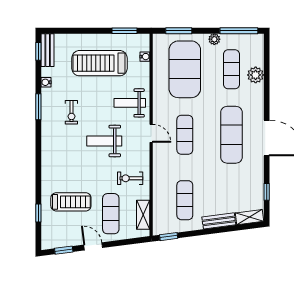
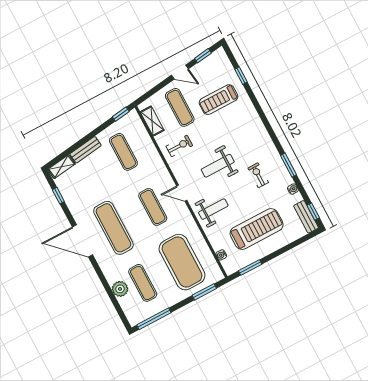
plant: (214, 39) -> (171, 301), removed
weight bench: (104, 141) -> (218, 166), turned 180

